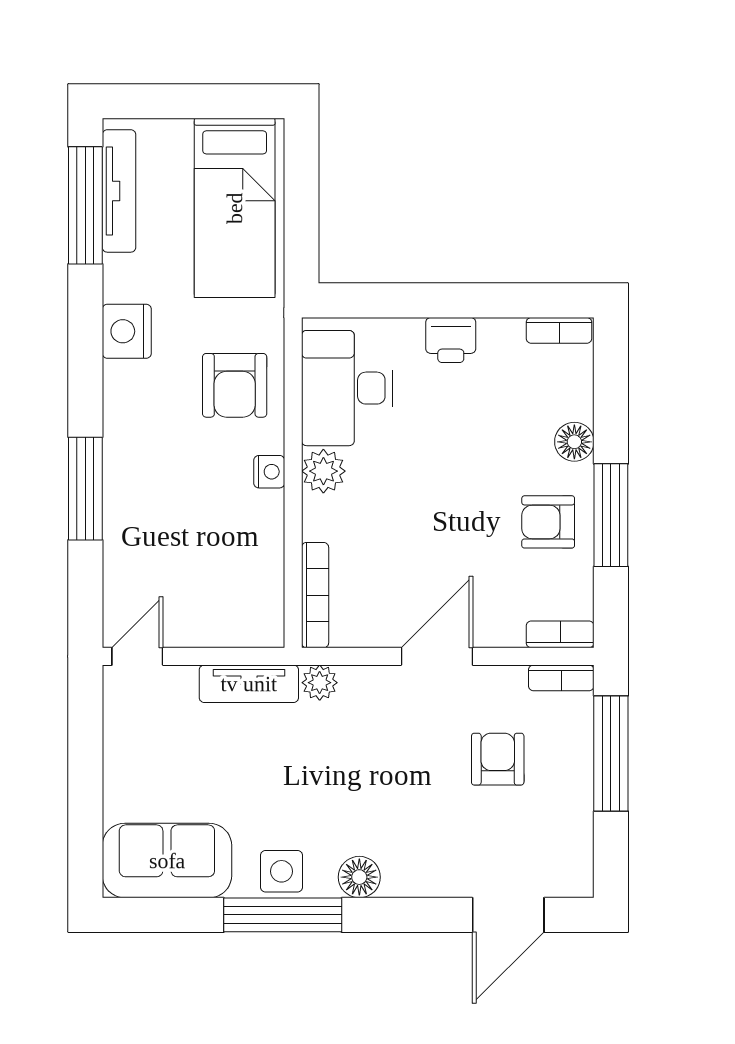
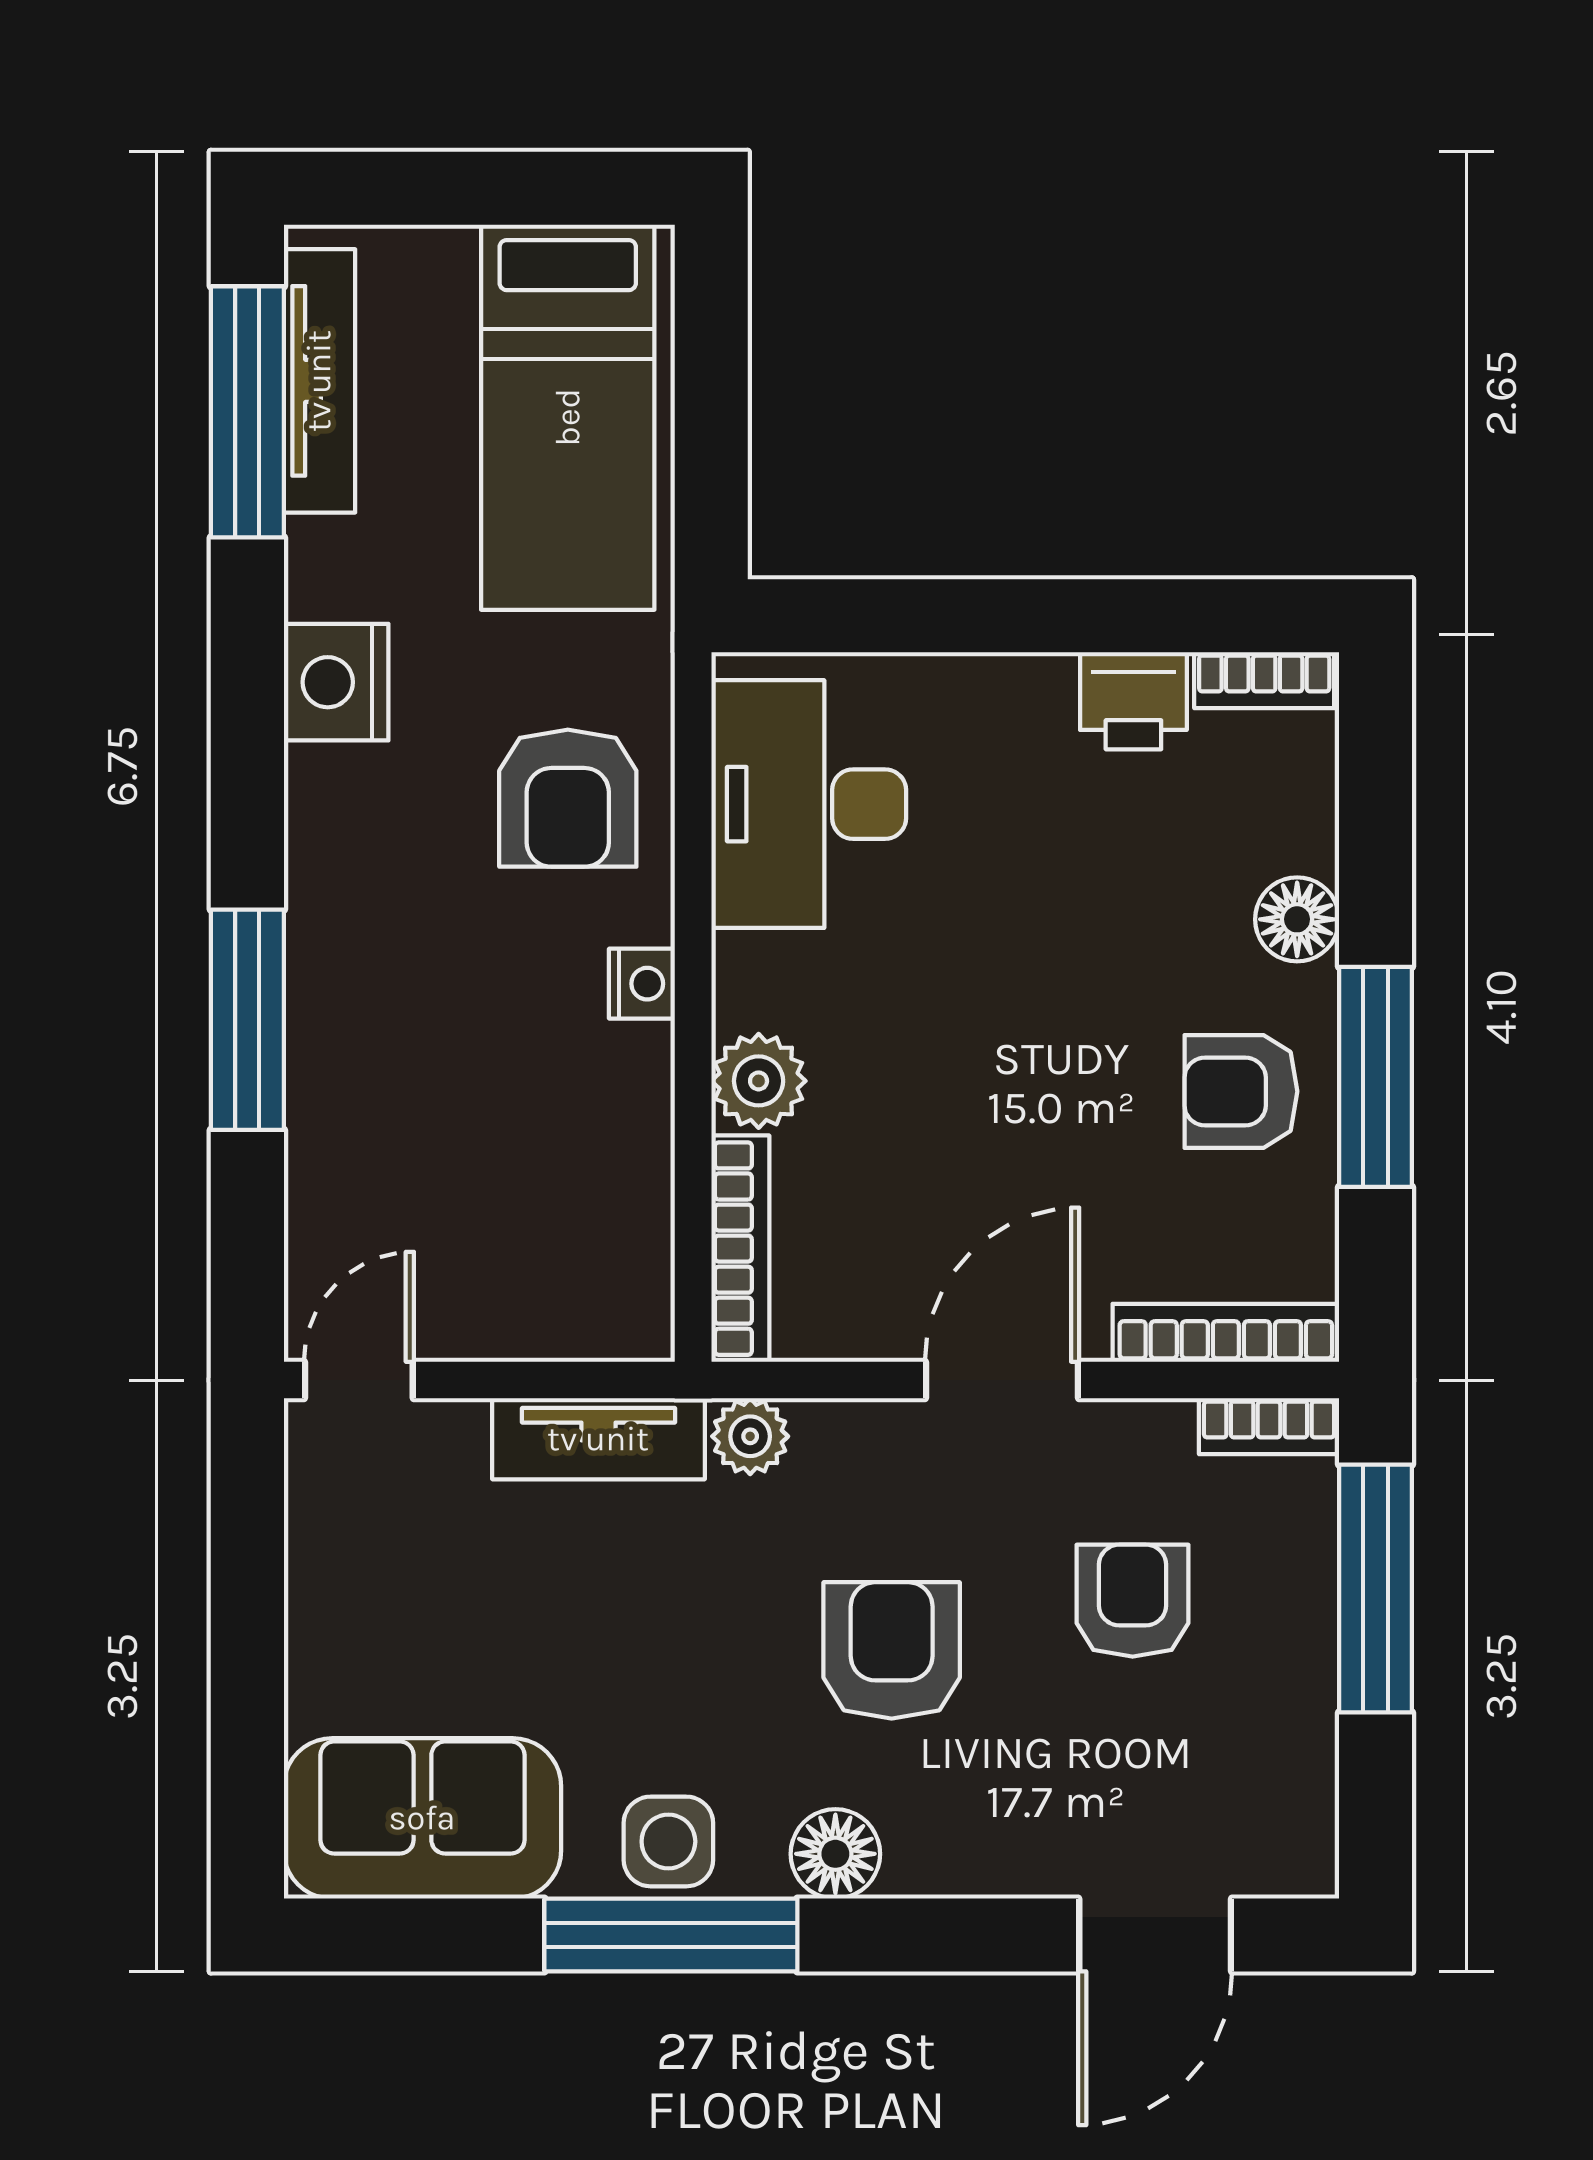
printer: (451, 340) -> (1133, 701), moved
plant: (323, 471) -> (759, 1081), moved
bookcase: (560, 634) -> (1226, 1333), width x1.56
armchair: (385, 782) -> (892, 1650), added

